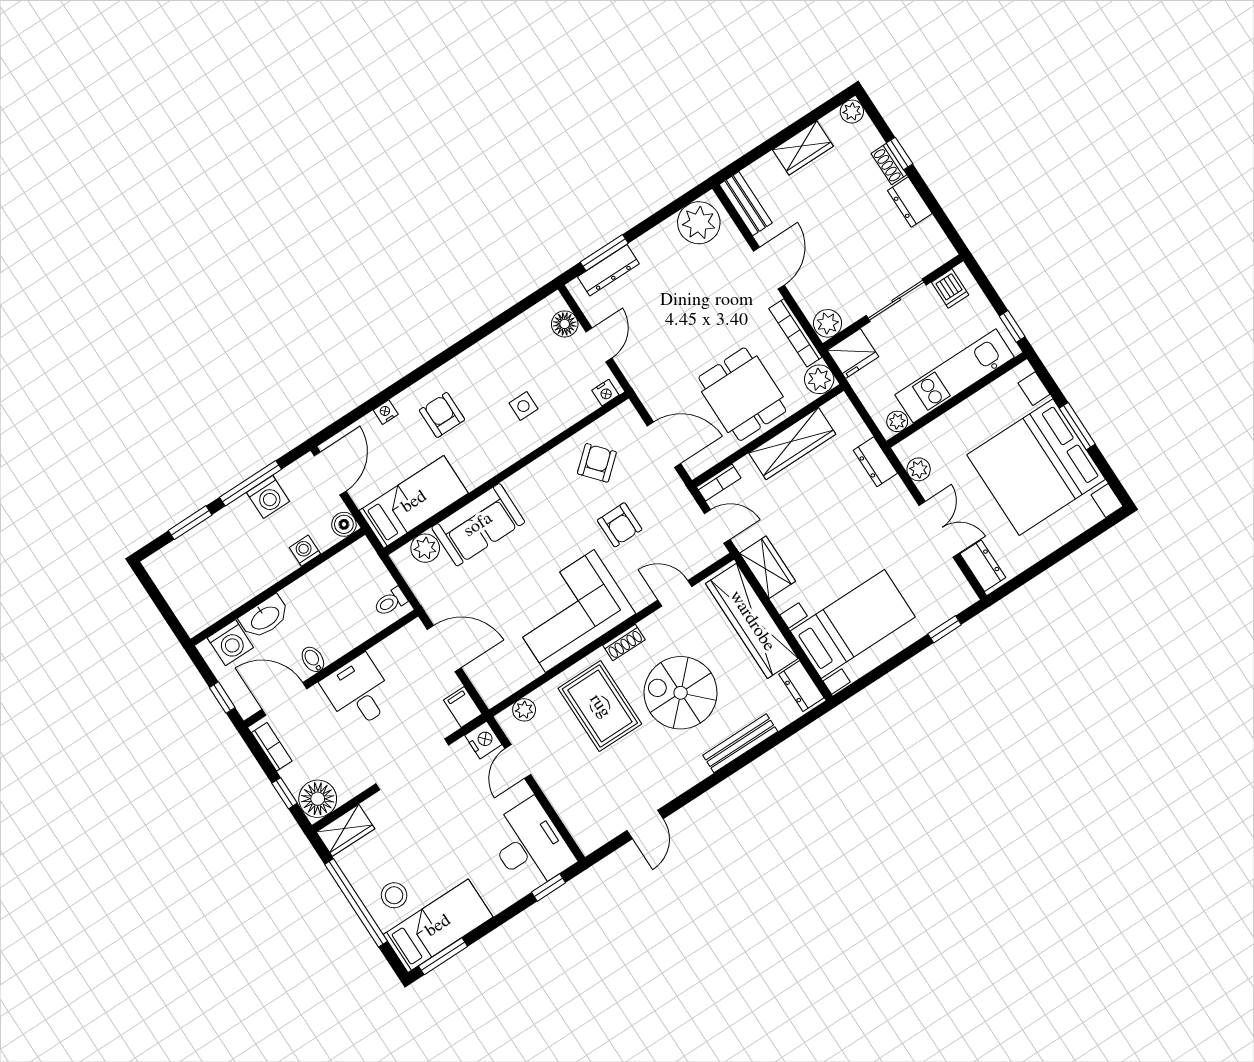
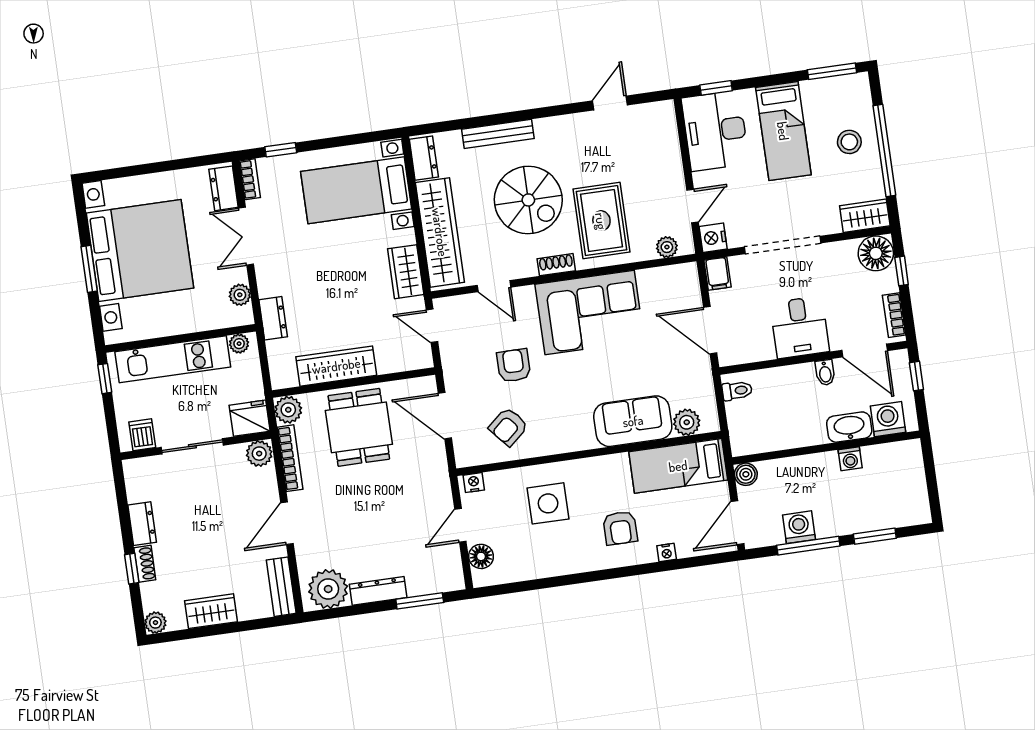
dresser: (608, 270) -> (378, 591), moved
side table: (523, 406) -> (548, 503), width x1.87, depth x1.87
bookcase: (719, 483) -> (250, 179), moved, turned 90
washing machine: (305, 551) -> (850, 459), moved
bed: (438, 926) -> (783, 131), moved, turned -90

